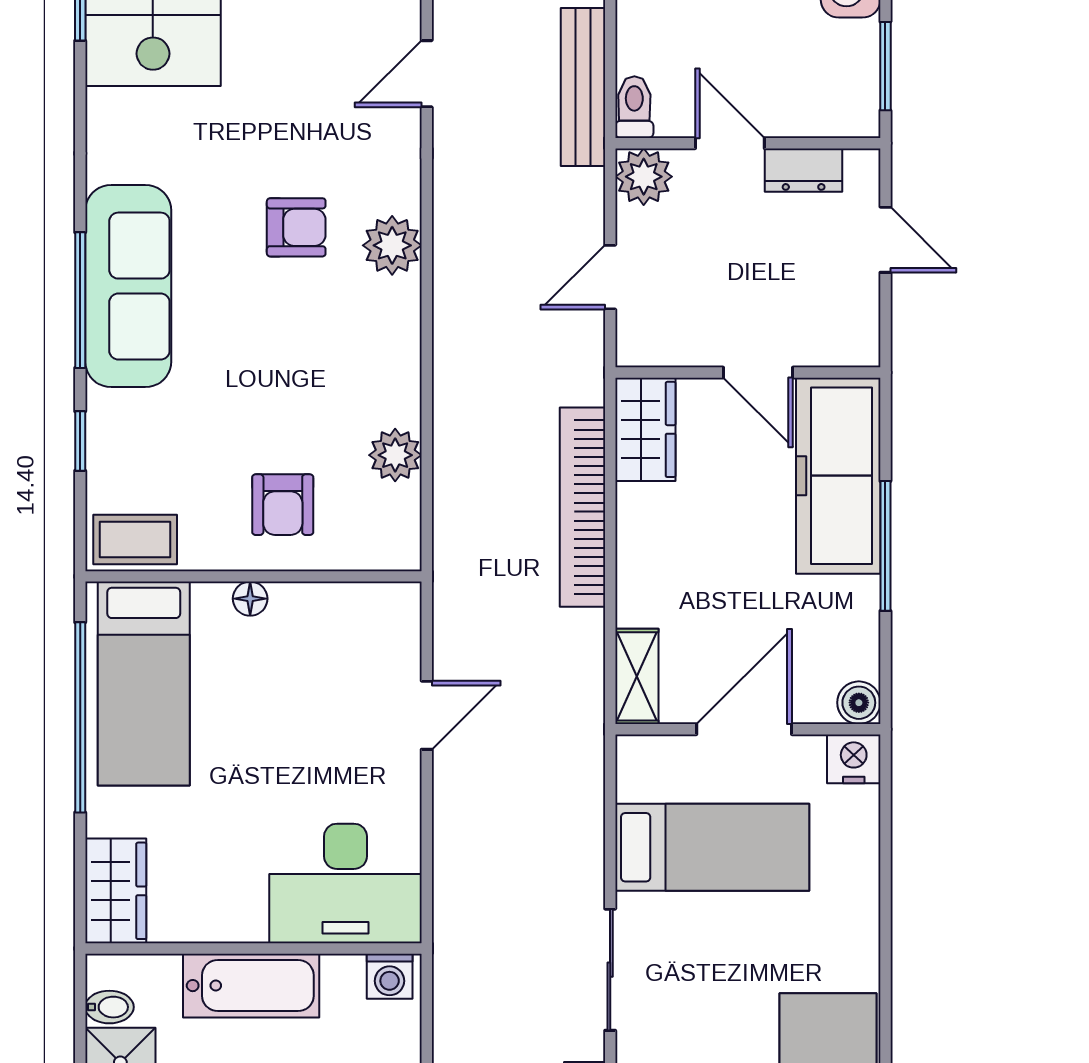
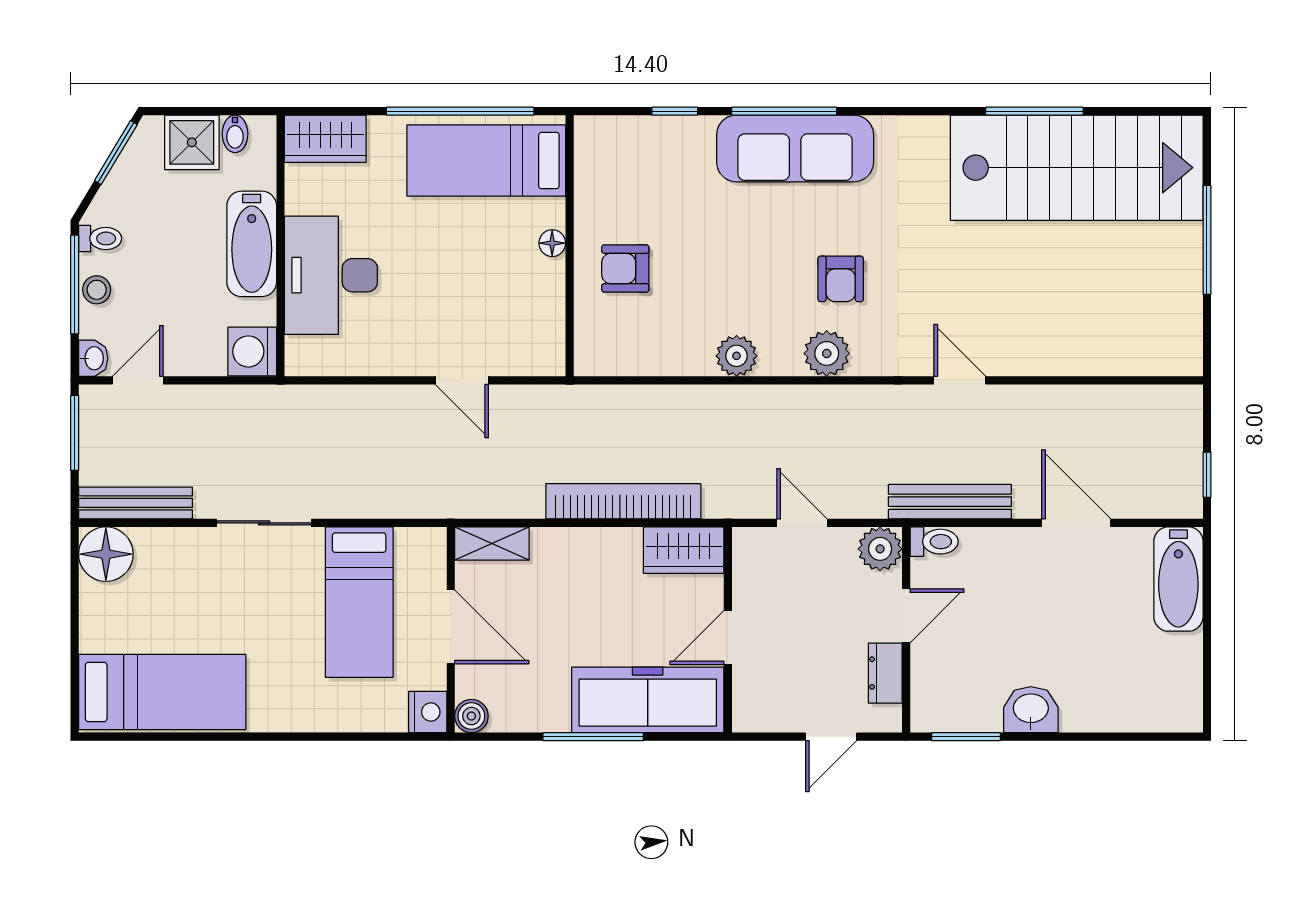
plant: (395, 455) -> (737, 356), moved
coffee table: (135, 540) -> (598, 154), removed
desk: (345, 883) -> (331, 275), moved
washing machine: (390, 976) -> (252, 351), width x1.38, depth x1.38

